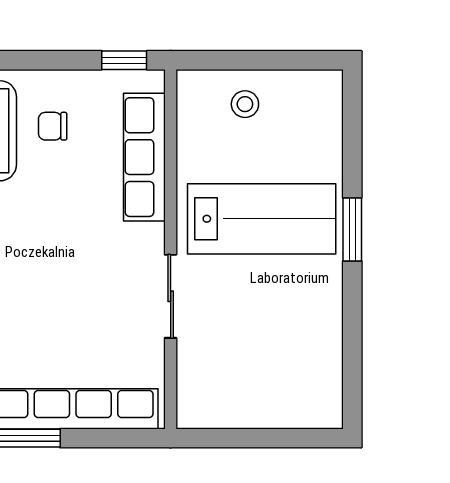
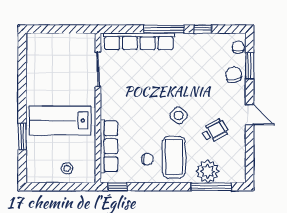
window: (352, 229) -> (22, 136), moved
sliding door: (171, 296) -> (98, 69), moved

